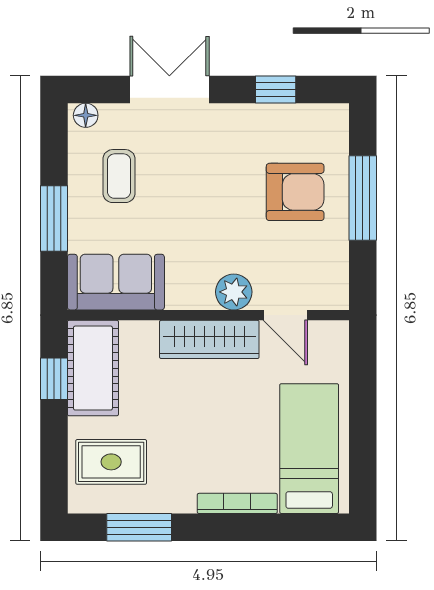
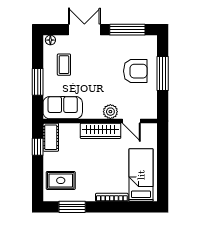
window: (276, 90) -> (127, 30), width x2.17
cot: (93, 368) -> (51, 137), width x0.73, depth x0.75

